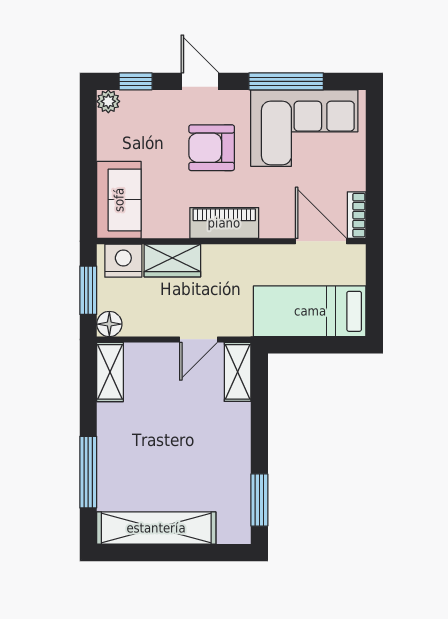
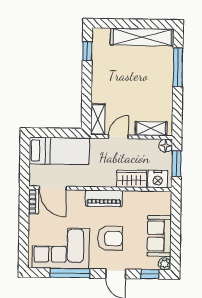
sofa: (119, 200) -> (159, 236), moved
shelving: (110, 372) -> (151, 129), moved, turned 90
window: (259, 500) -> (87, 51), width x0.67

